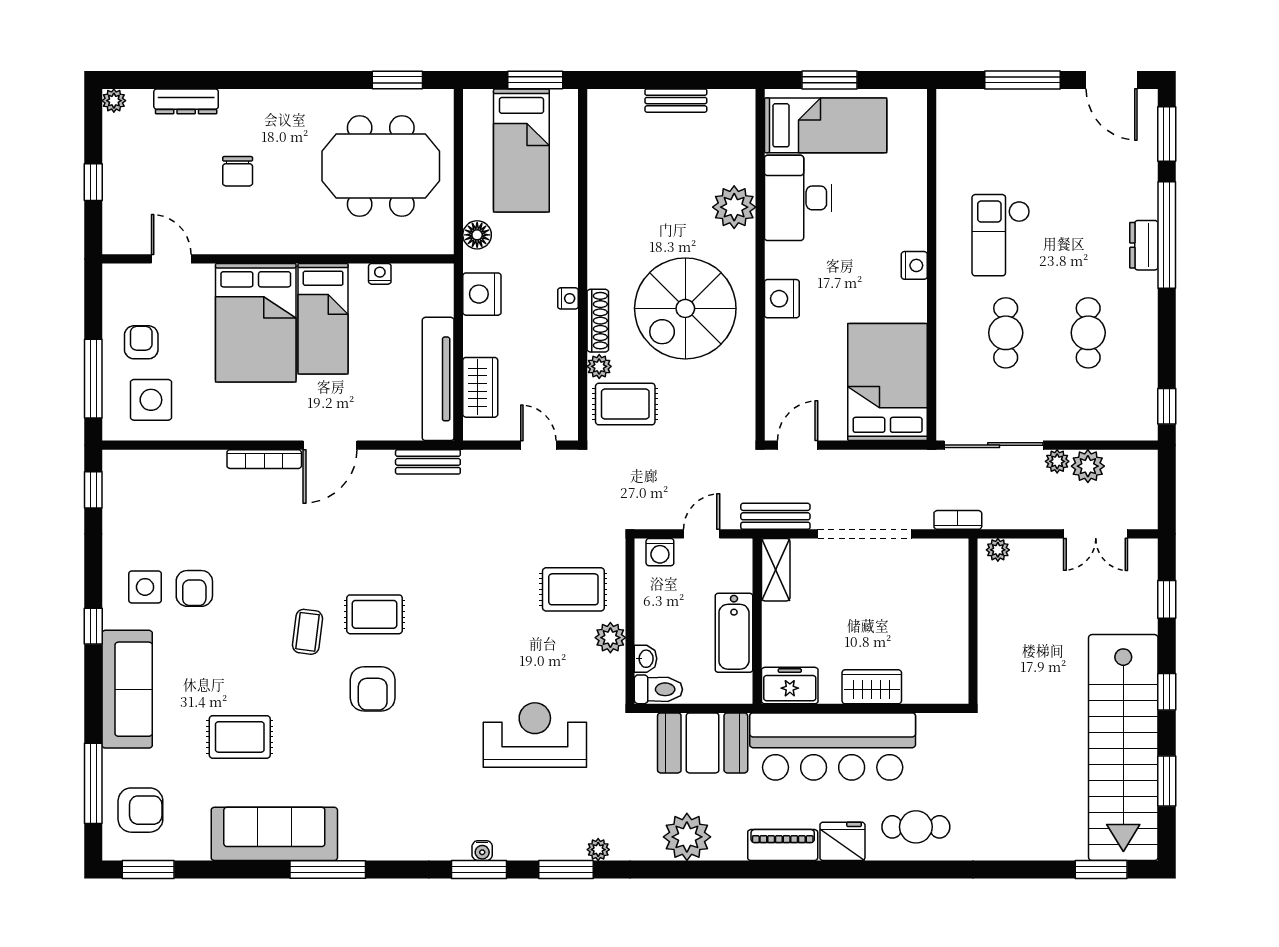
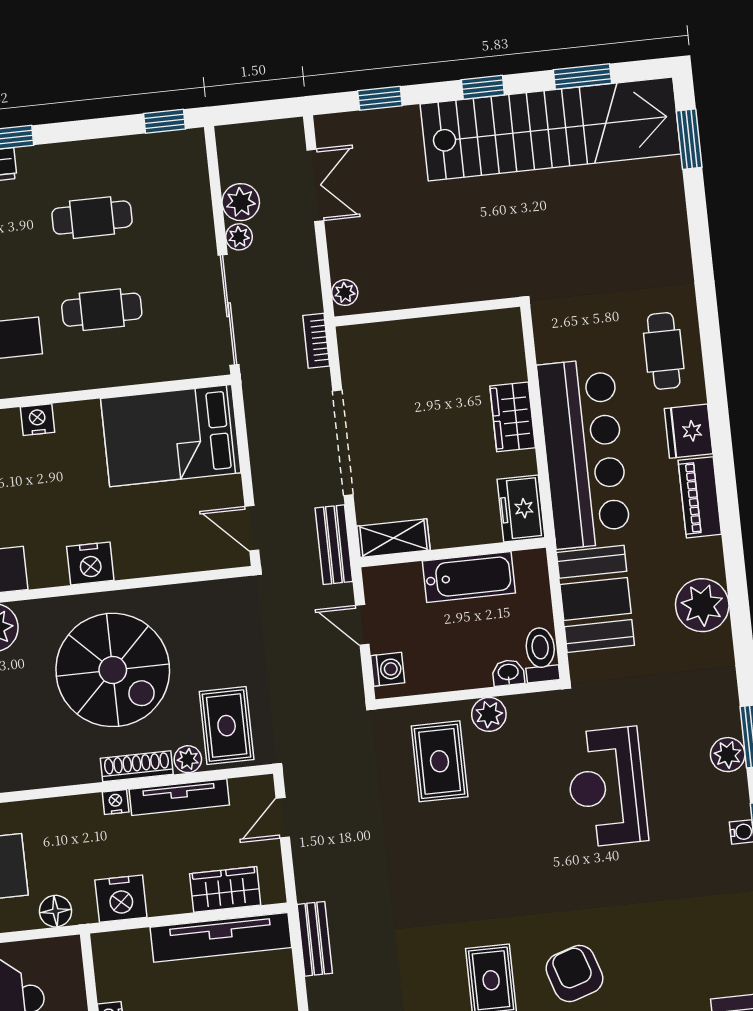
tv unit: (566, 355) -> (179, 797), added
armchair: (373, 689) -> (574, 973), turned -108
plant: (598, 850) -> (728, 755), moved, width x1.38, depth x1.38

